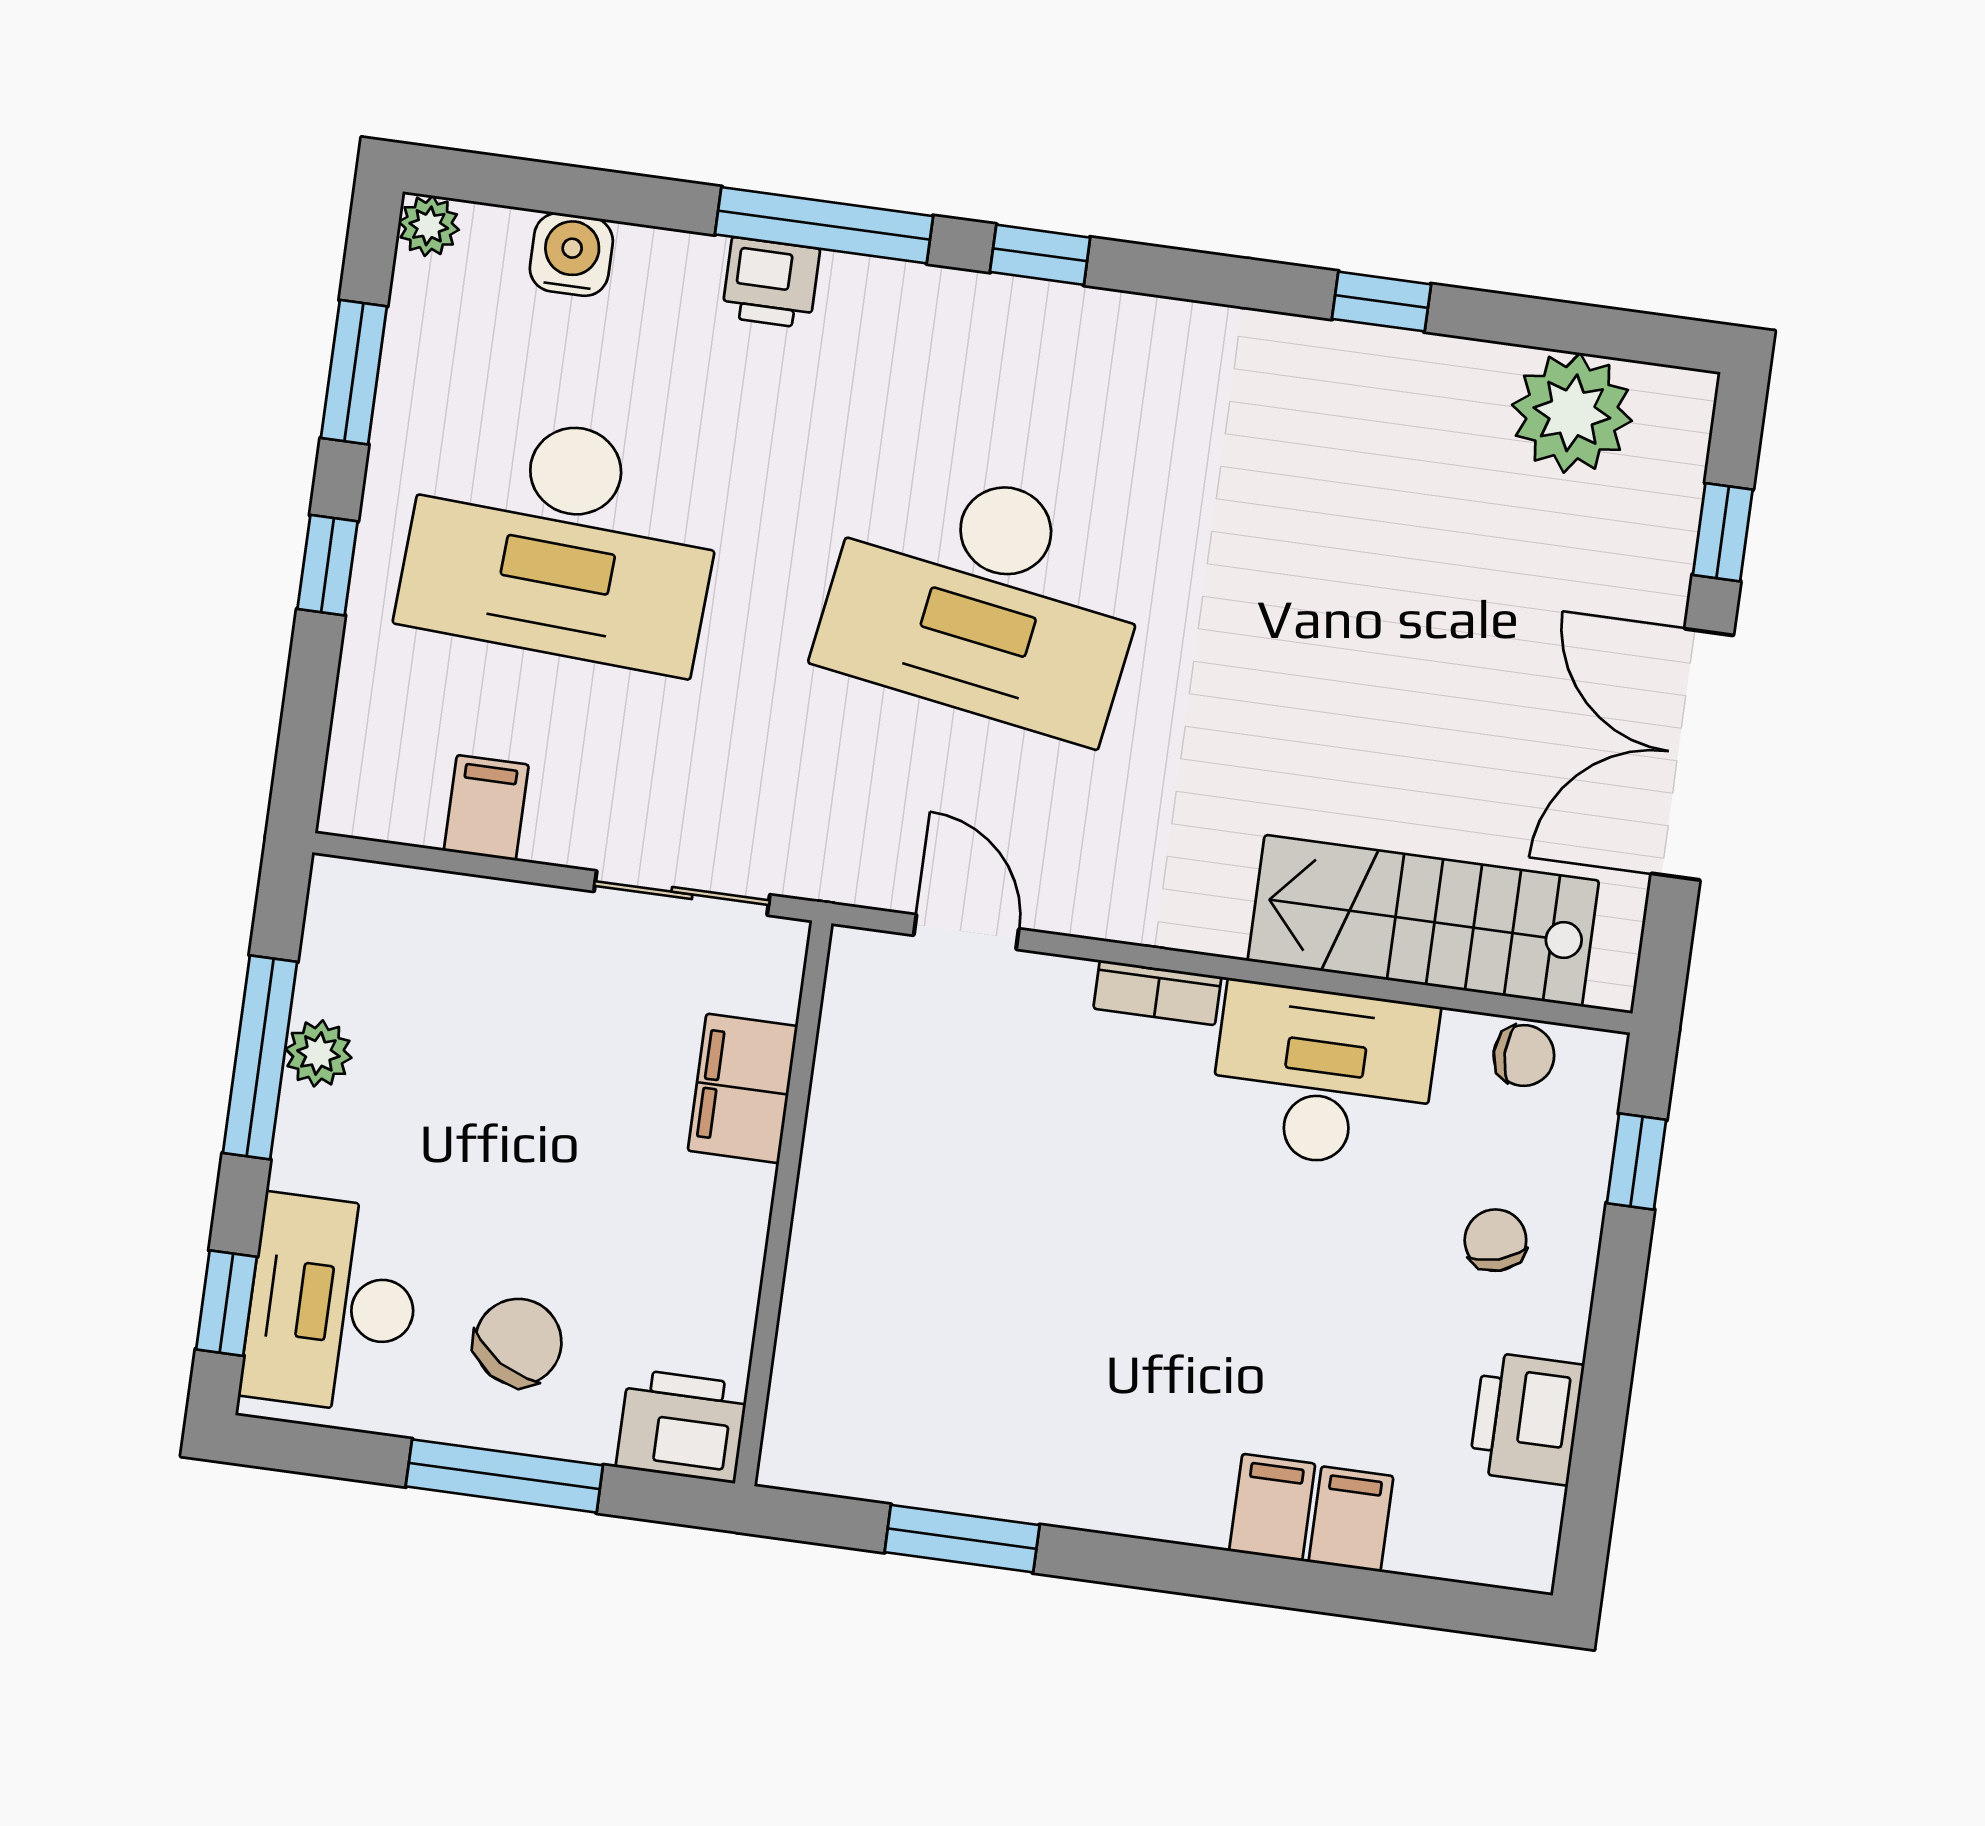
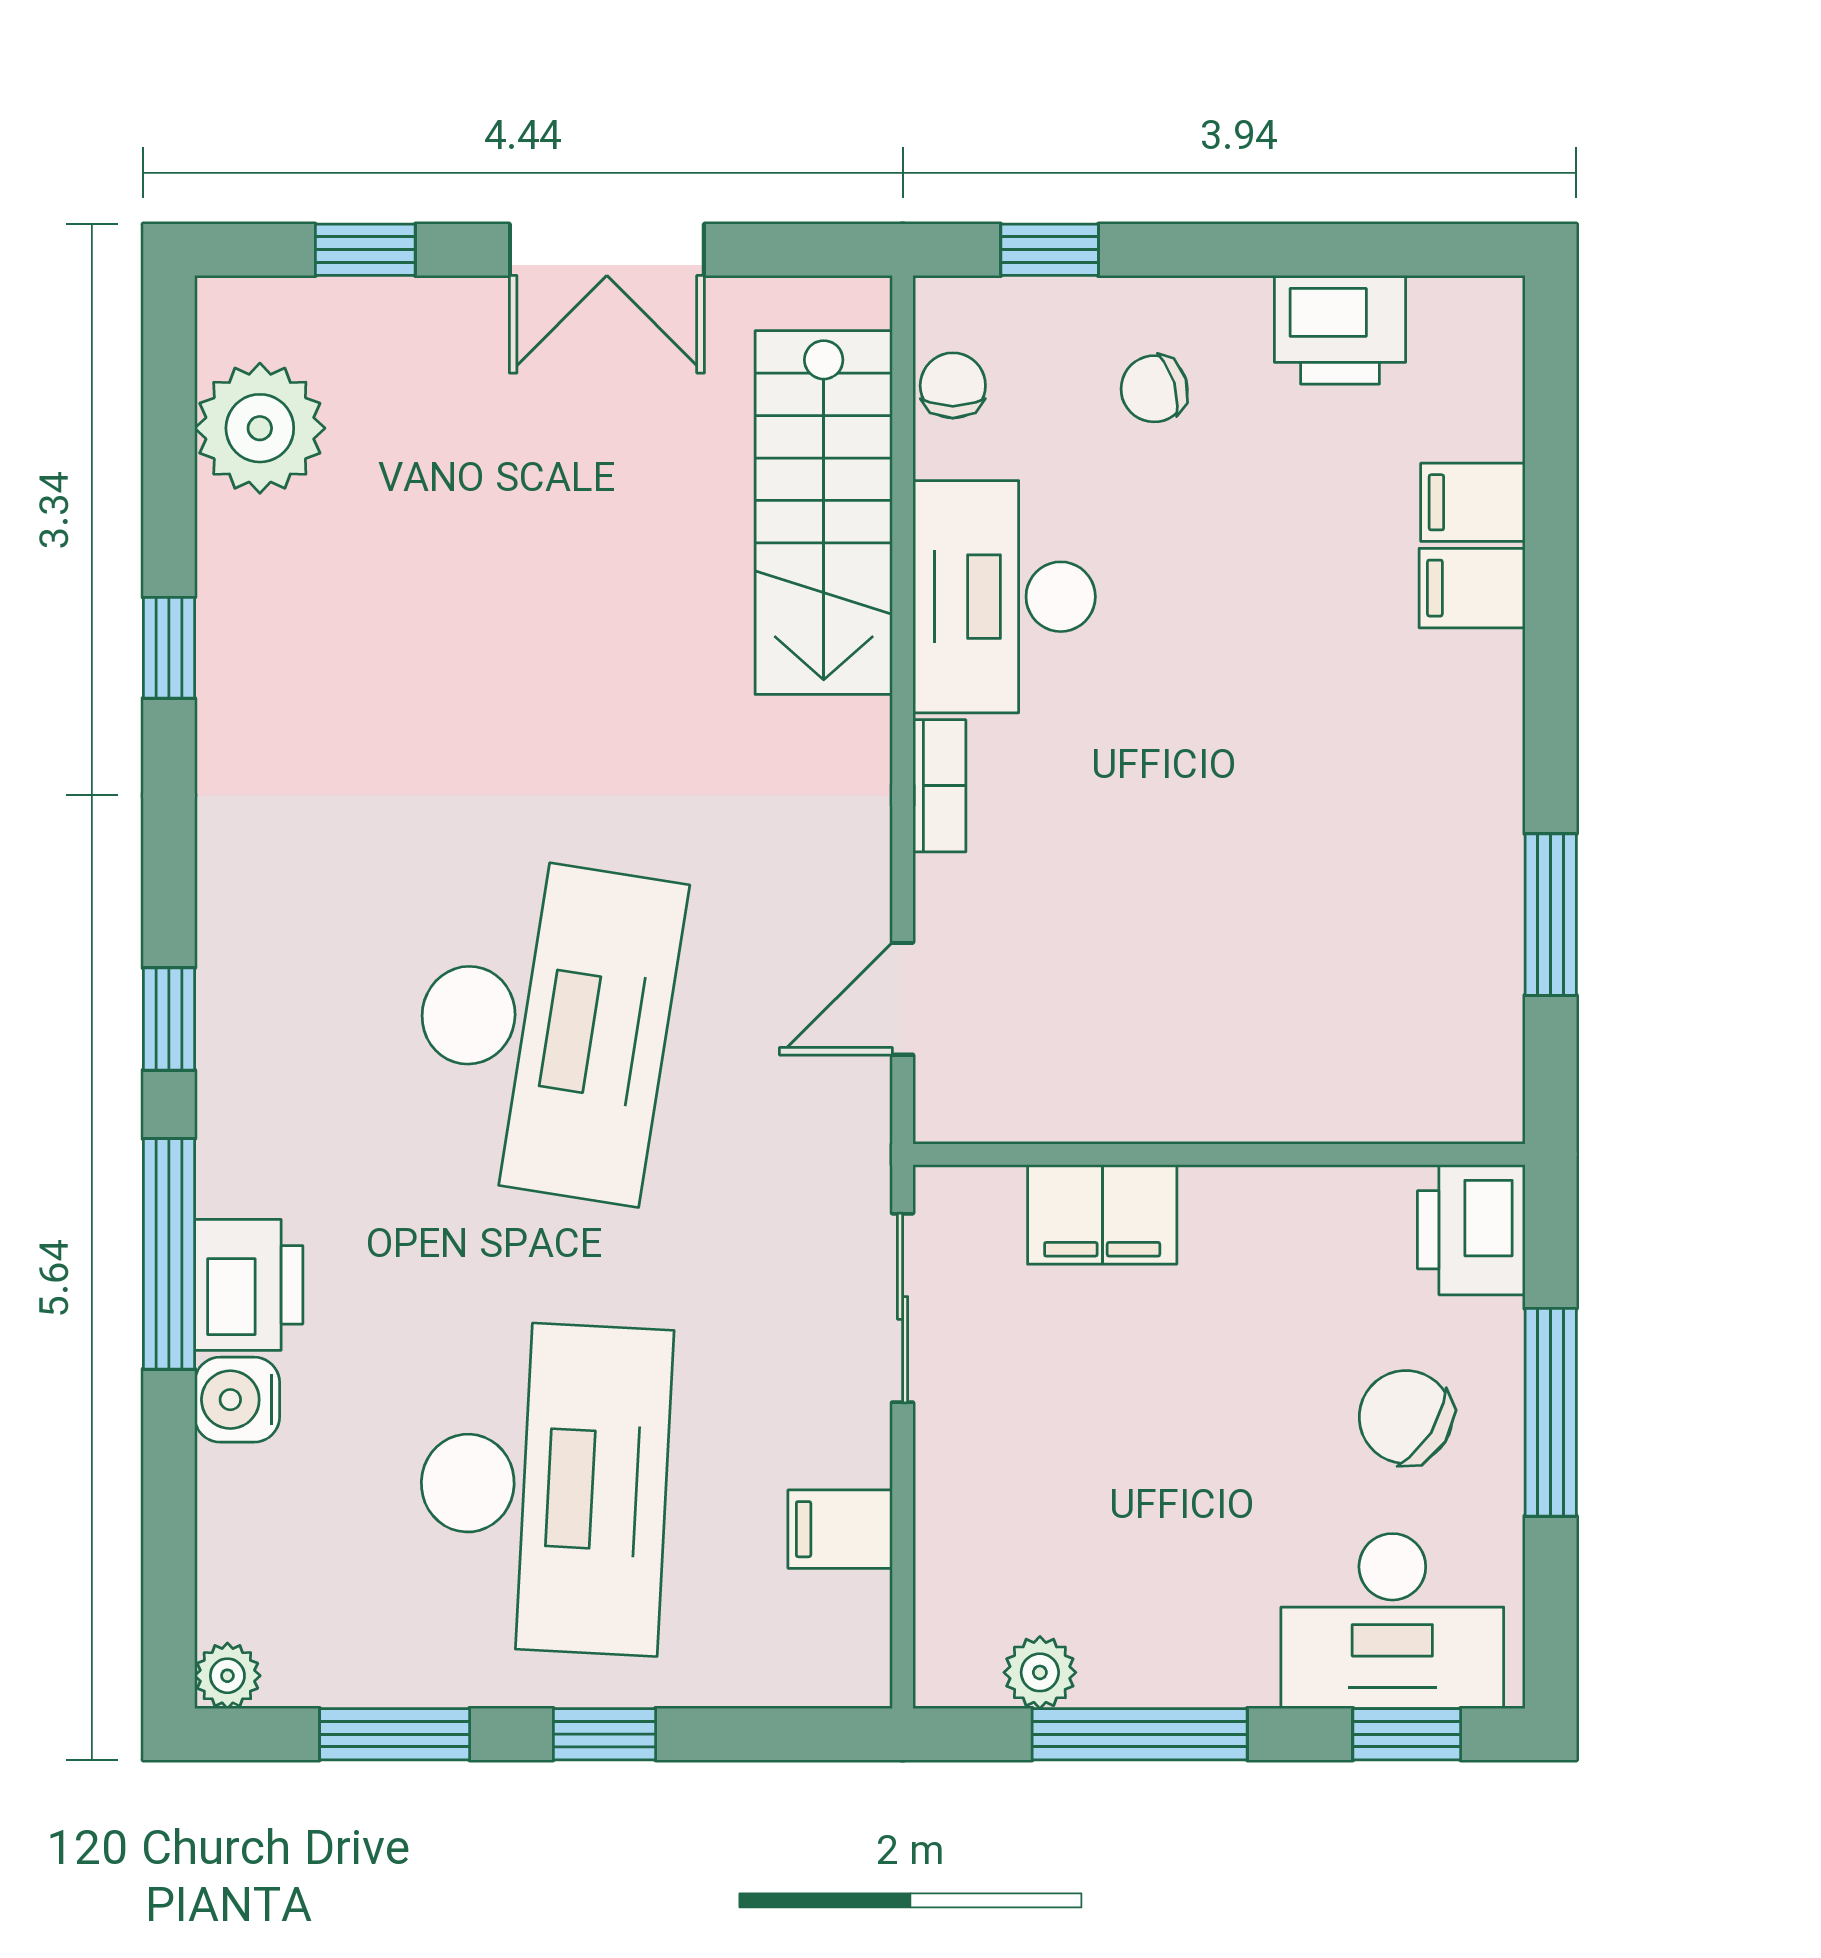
water cooler: (571, 254) -> (237, 1400), moved
printer: (771, 283) -> (249, 1285), width x1.36, depth x1.24
double door: (1692, 754) -> (607, 250), width x0.73
plant: (318, 1053) -> (1040, 1672), moved

